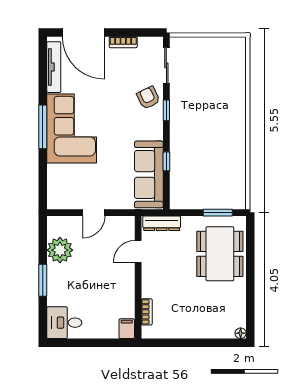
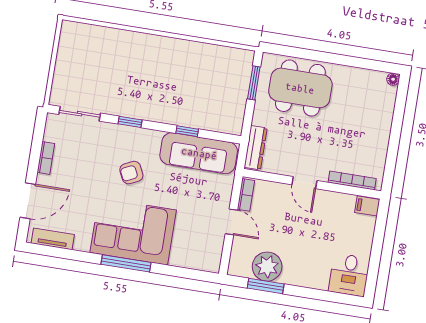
door: (83, 33) -> (28, 201), width x0.73
tv unit: (54, 67) -> (53, 239), width x0.71
armchair: (148, 98) -> (131, 173), moved
bookcase: (119, 221) -> (246, 195), added
door: (138, 251) -> (304, 183), moved
window: (43, 280) -> (266, 286), moved
bookcase: (147, 312) -> (352, 180), width x1.56

